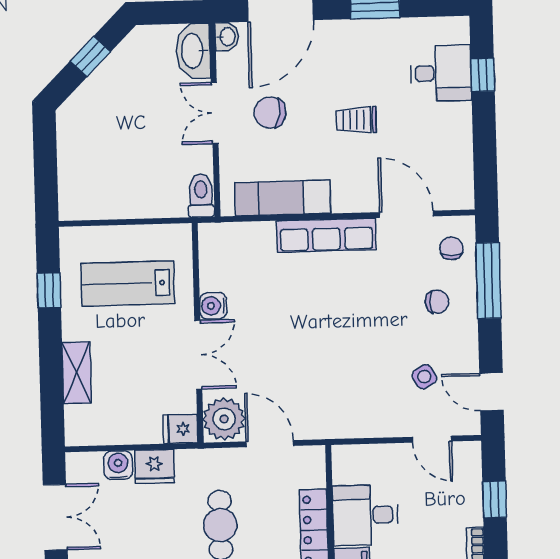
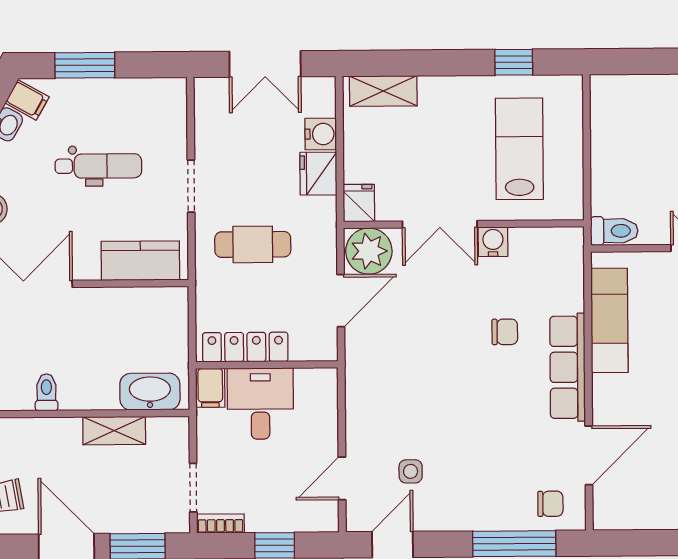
chair: (437, 302) -> (505, 332), moved, turned -89
shelving: (77, 373) -> (383, 91), moved
side table: (424, 377) -> (411, 471), turned 31

